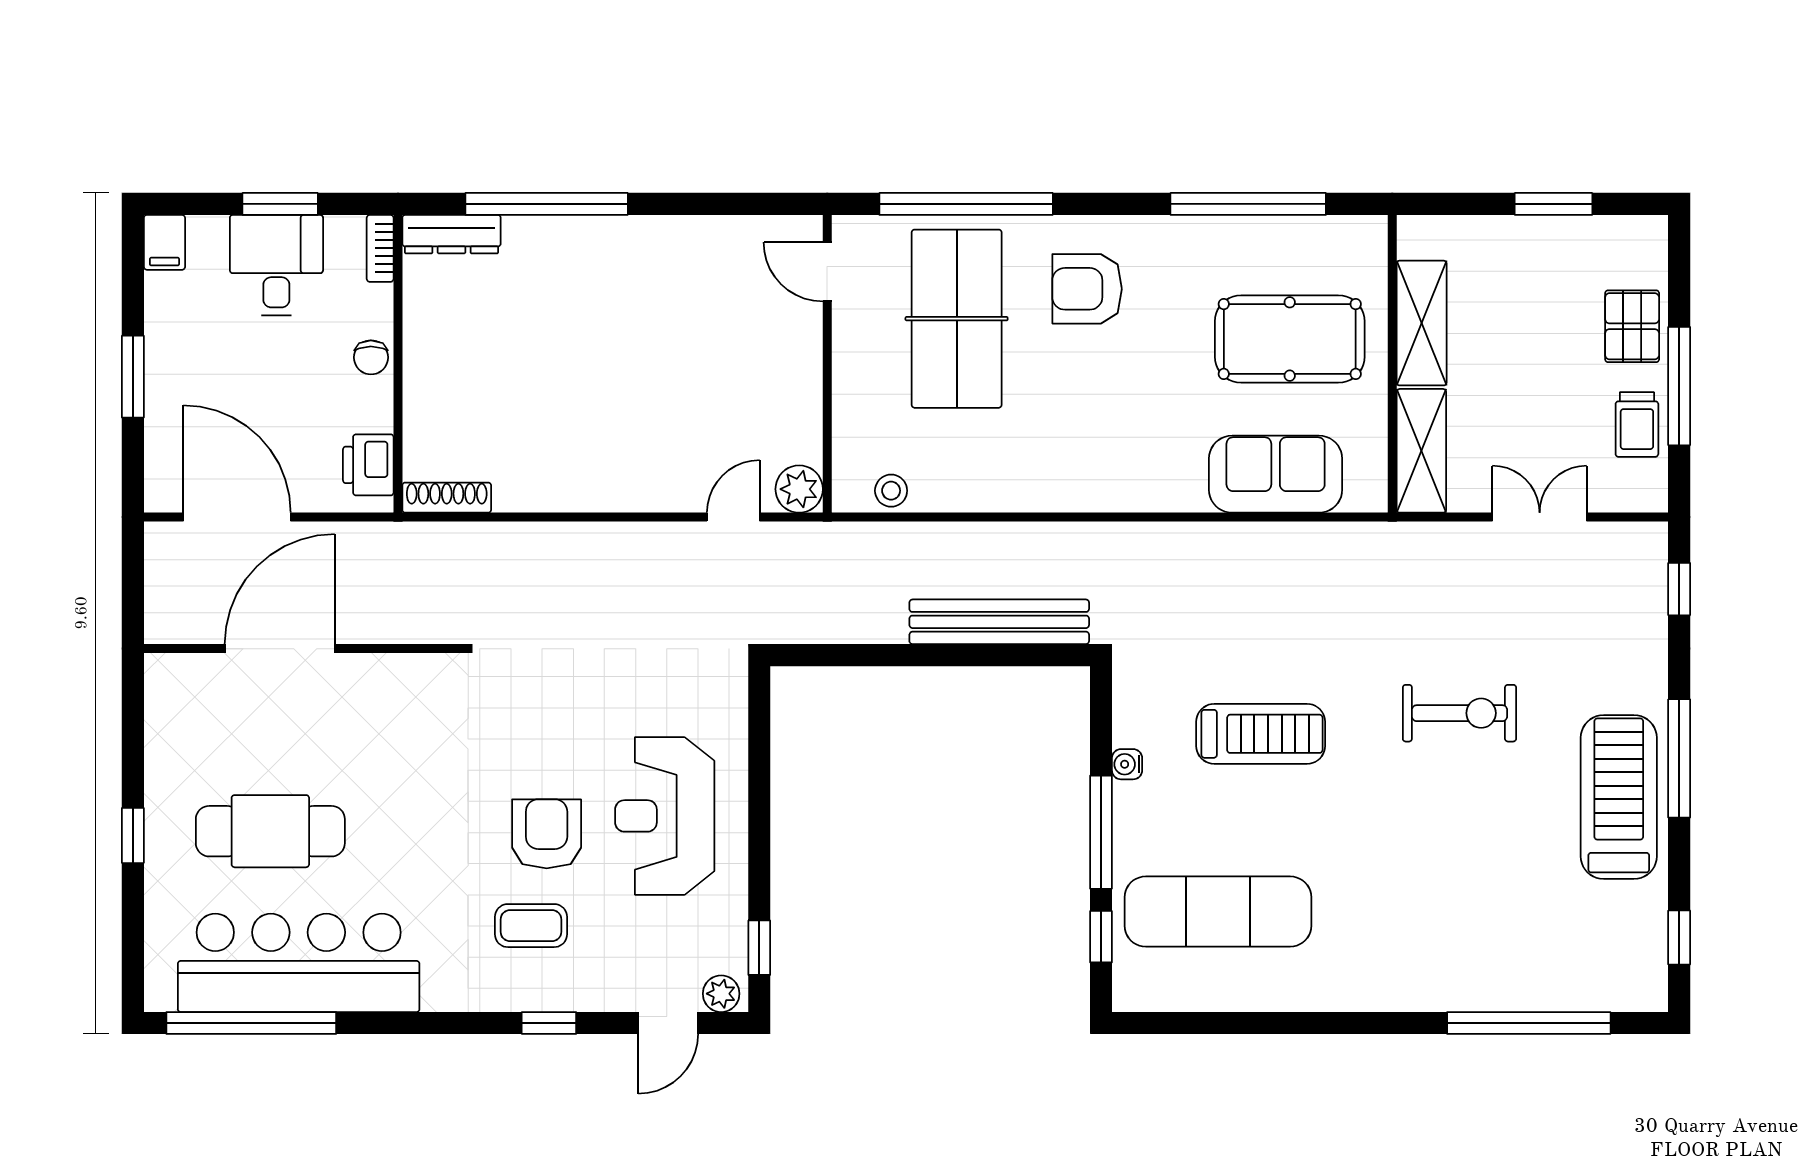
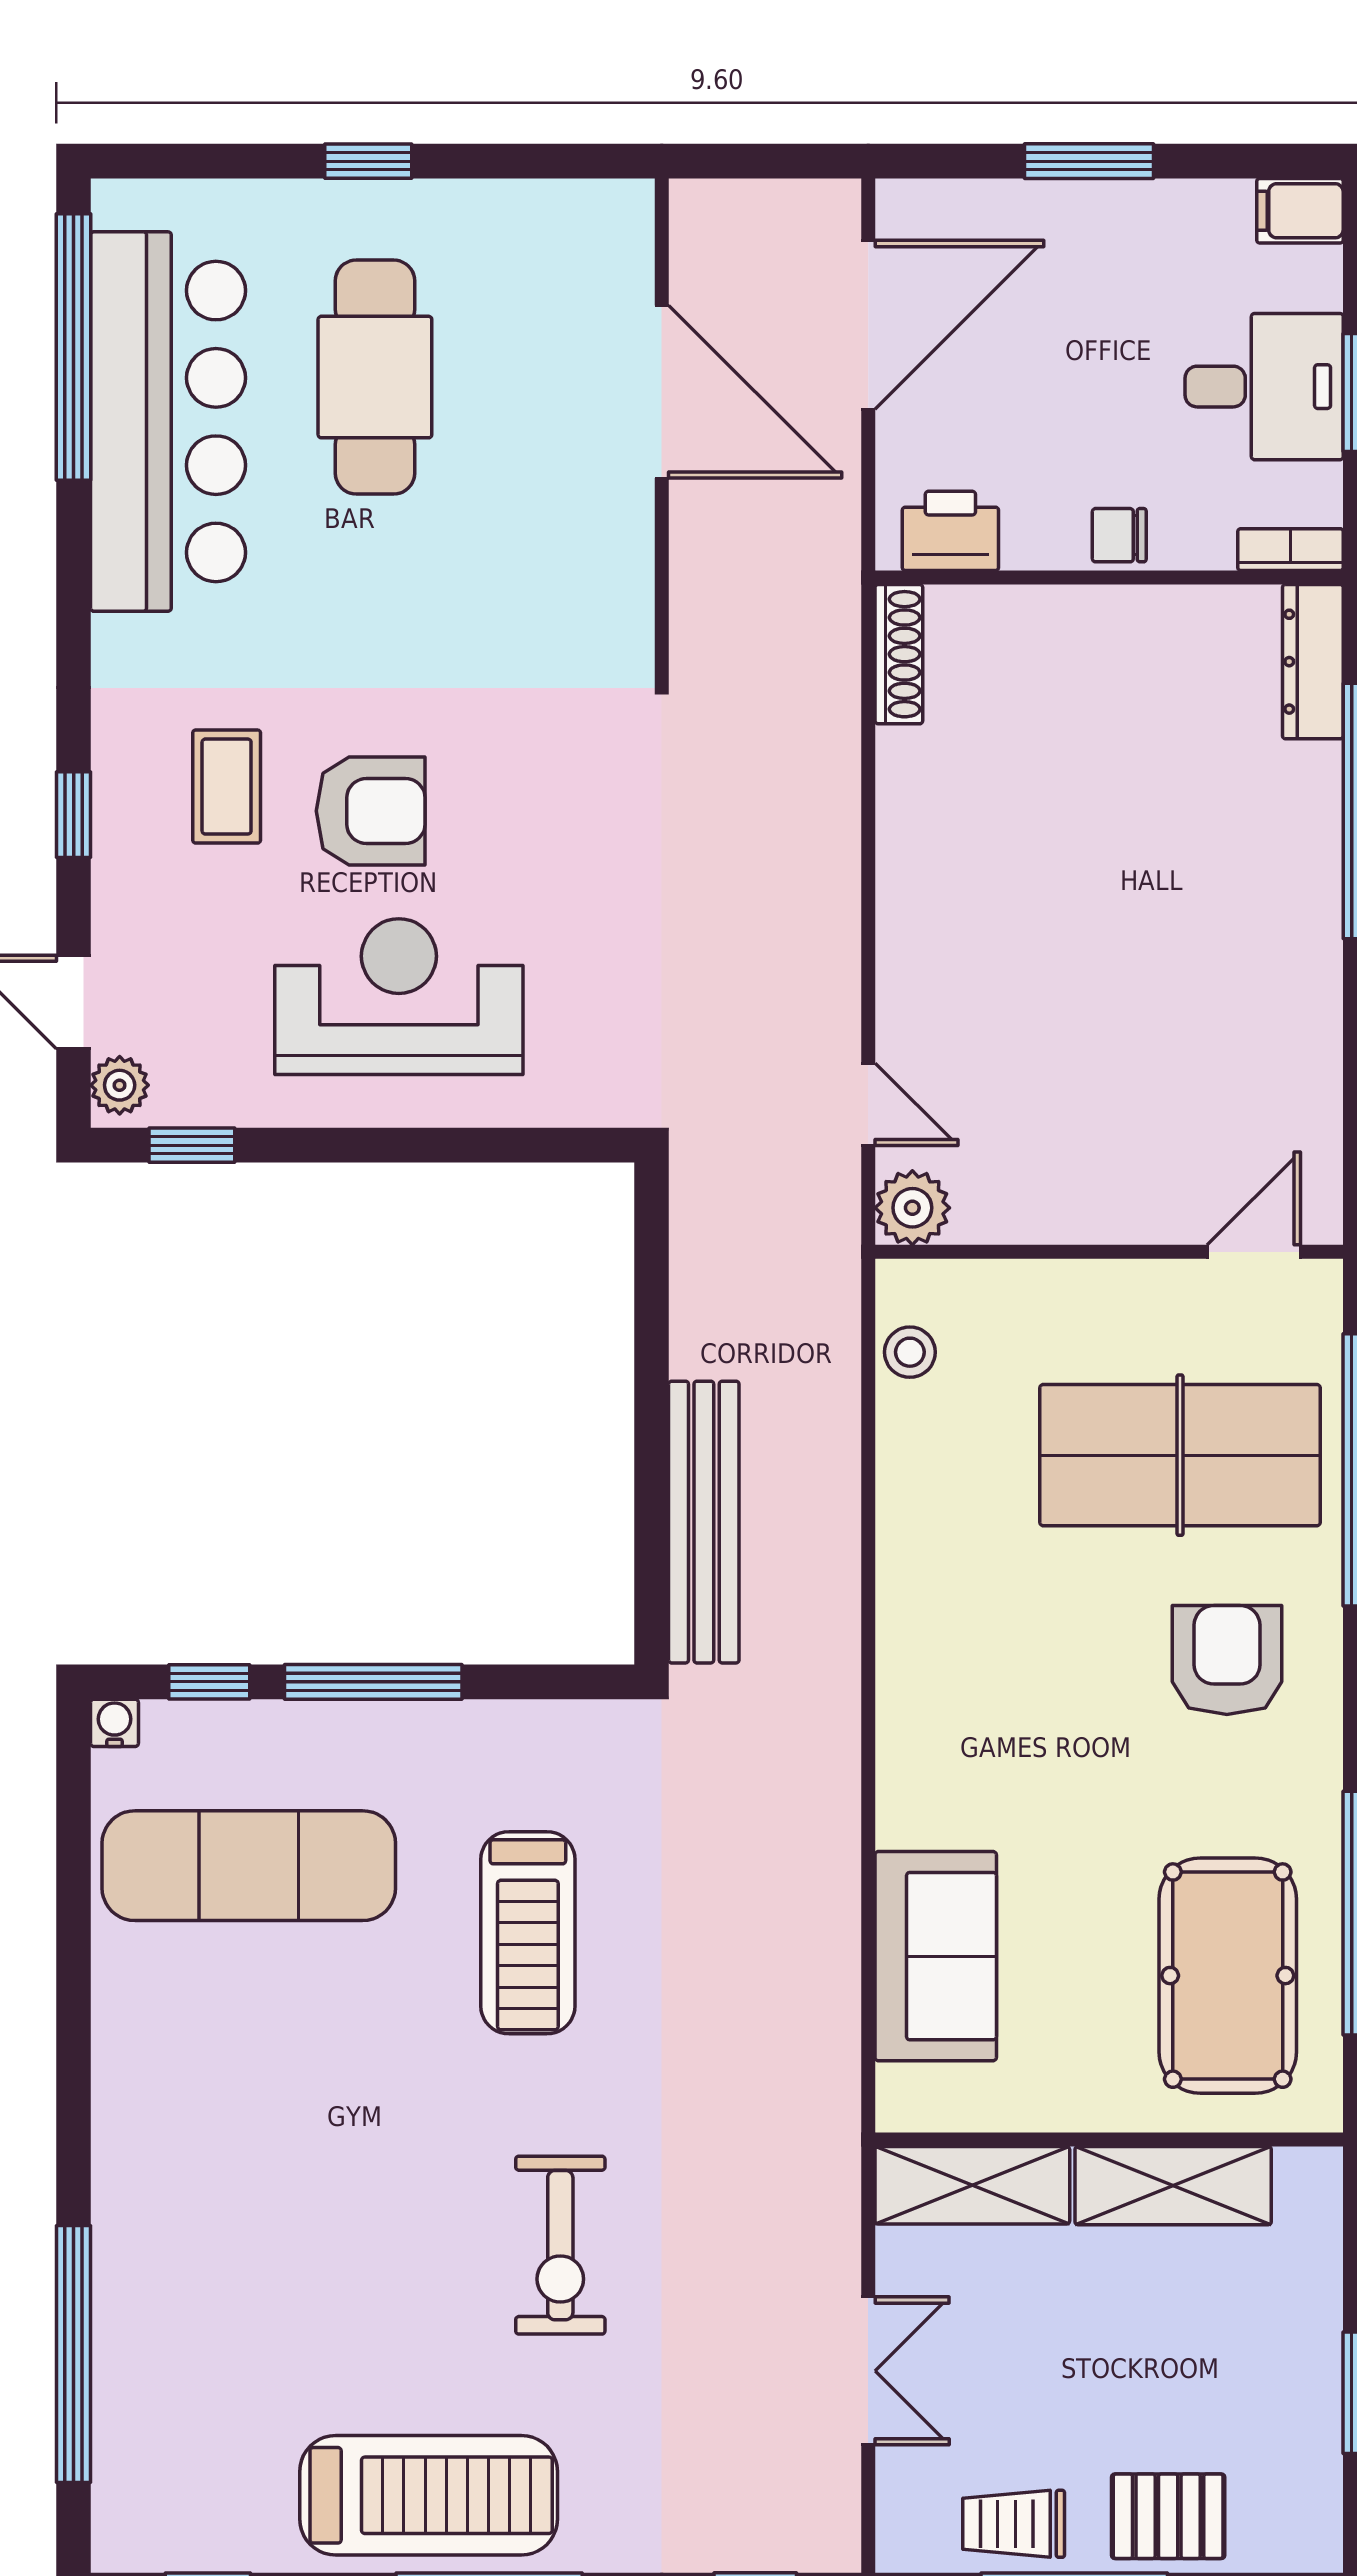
pool table: (1290, 339) -> (1228, 1976), moved
water cooler: (1127, 764) -> (115, 1723), moved
exercise mat: (1218, 912) -> (249, 1866), turned 90

